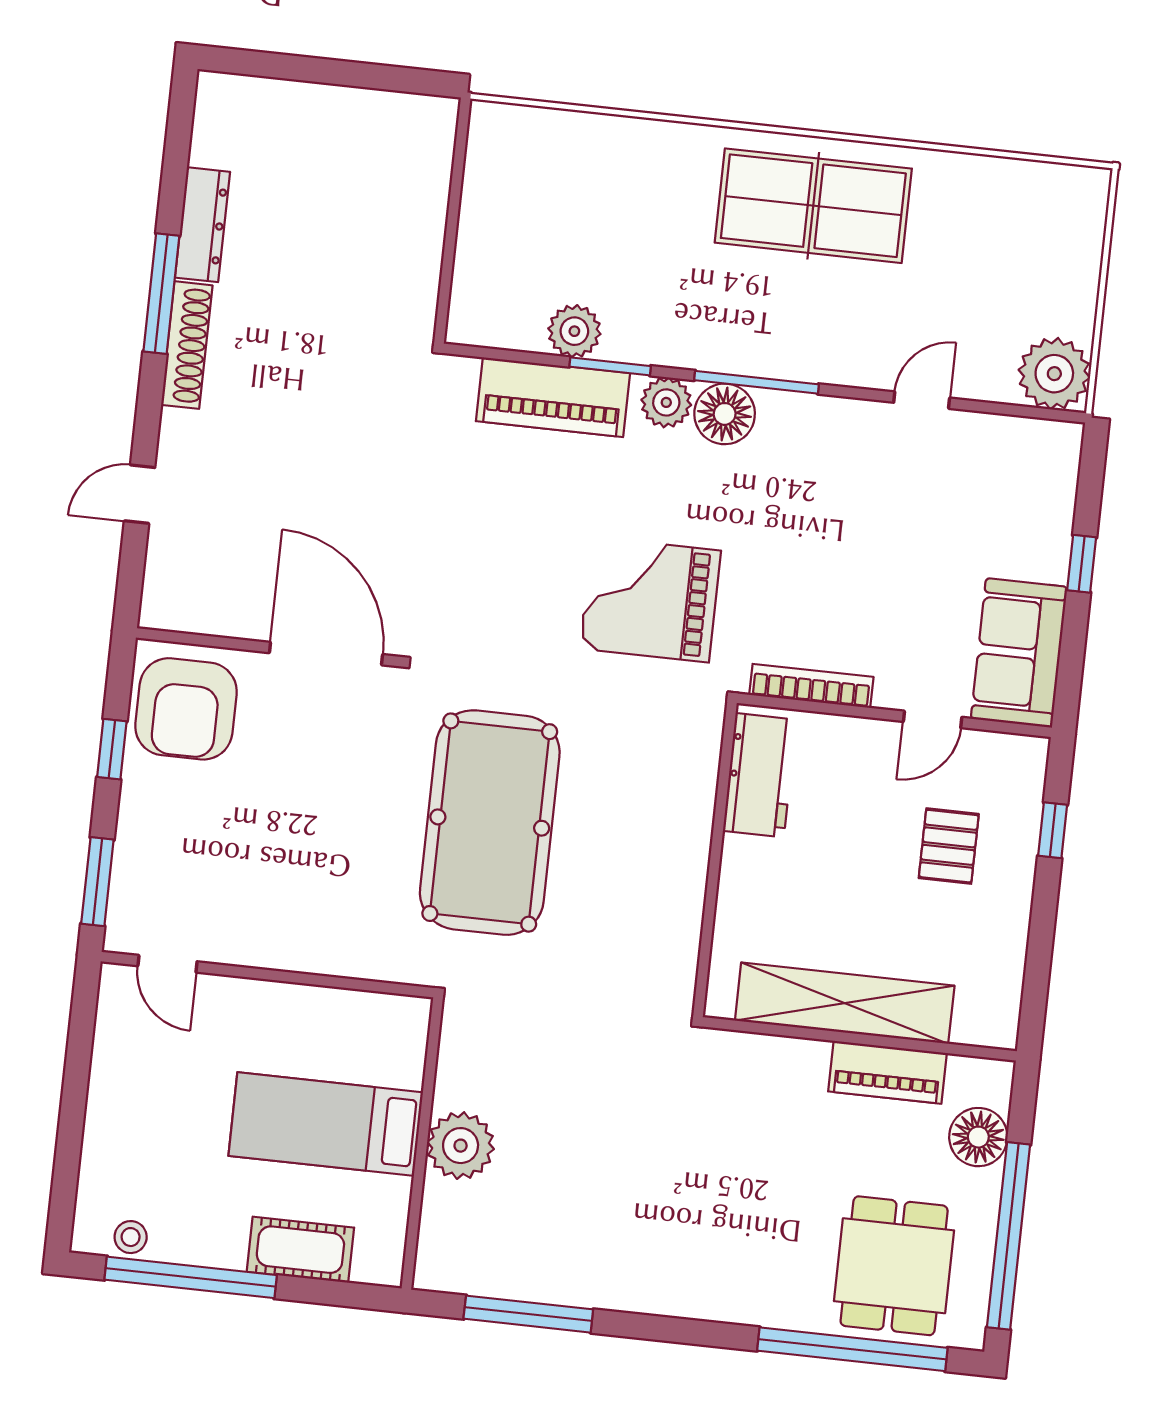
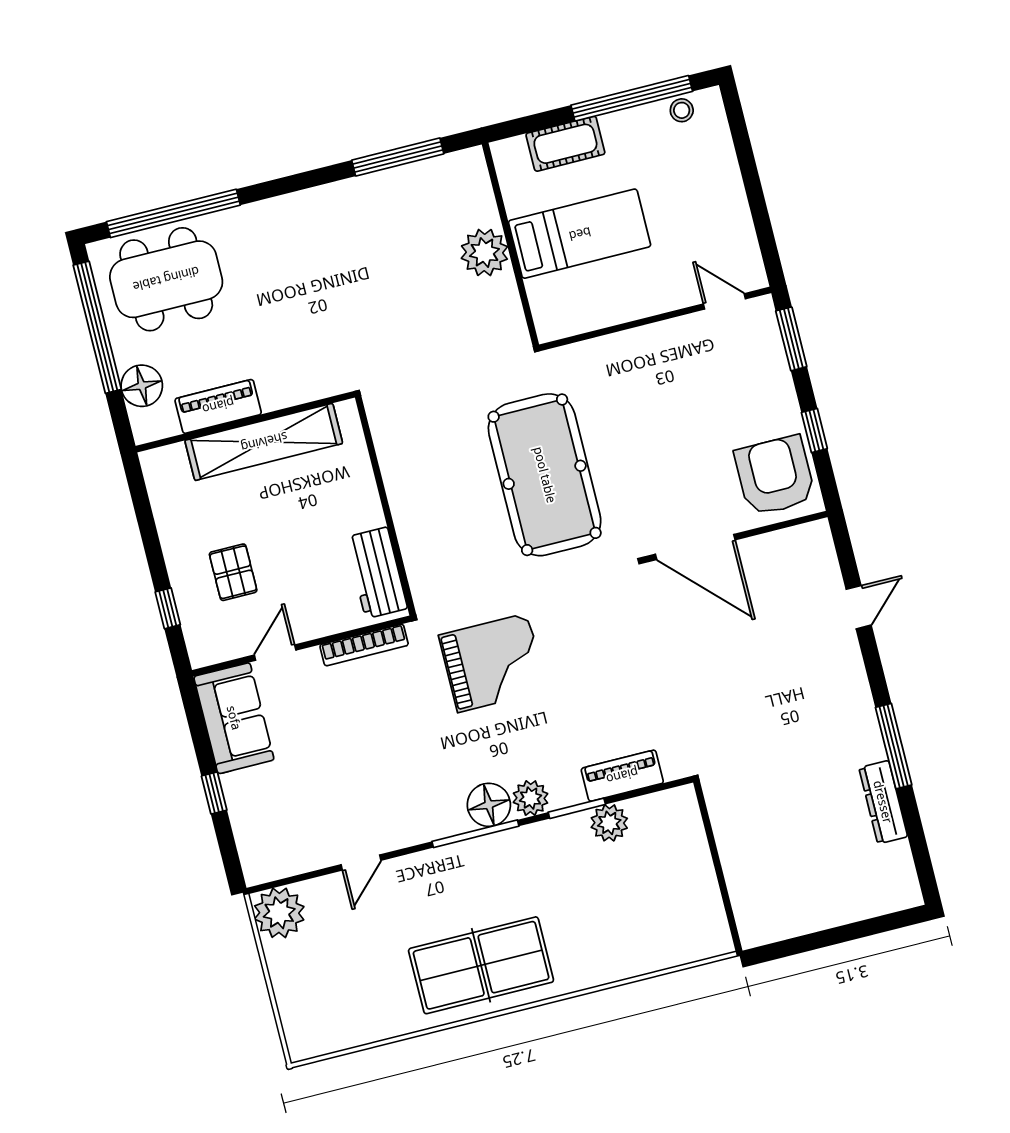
shoe rack: (187, 345) -> (864, 718), removed
piano: (553, 397) -> (622, 776), width x0.73, depth x0.75
dining table: (894, 1266) -> (166, 279), width x1.37

